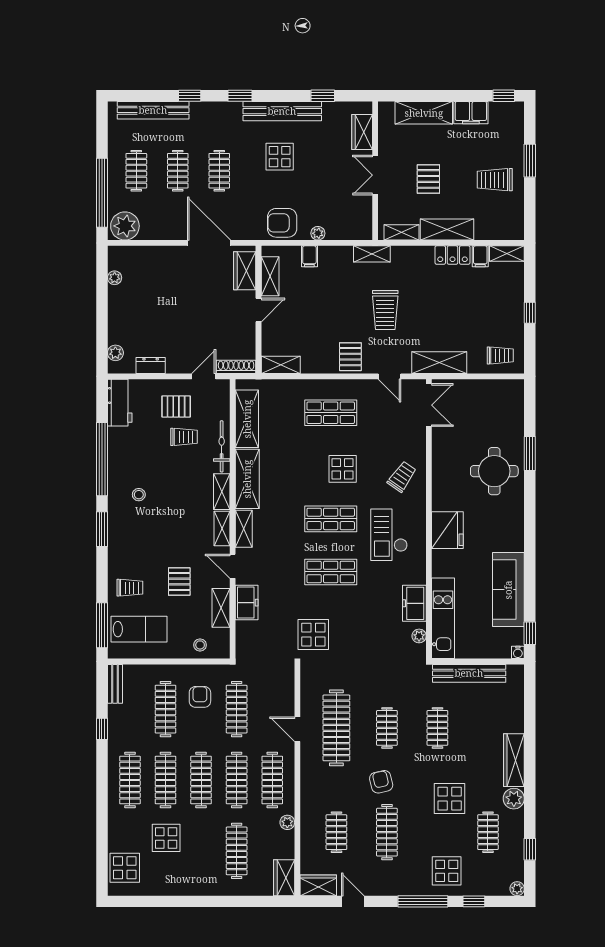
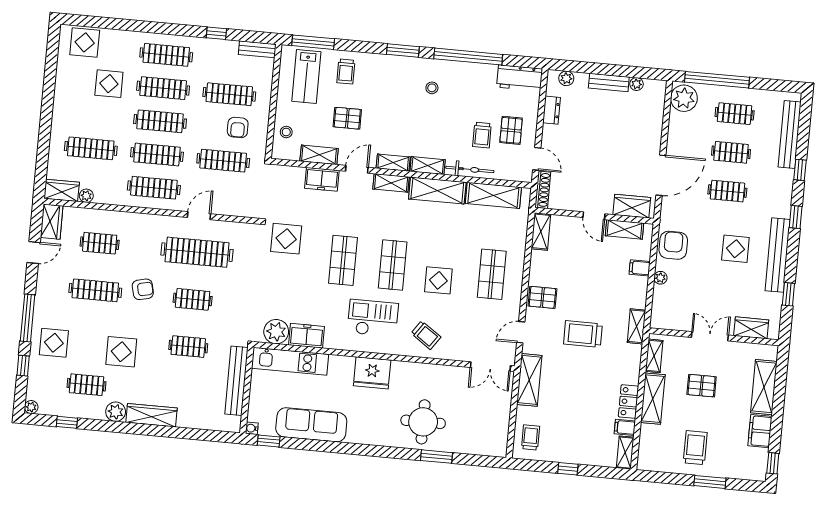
bench: (116, 307) -> (609, 82), added
trolley: (500, 355) -> (531, 437), turned 180
plant: (419, 636) -> (276, 332), width x1.88, depth x1.88
armchair: (200, 697) -> (238, 127), turned 90
plant: (287, 822) -> (86, 196), moved

